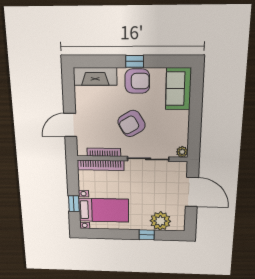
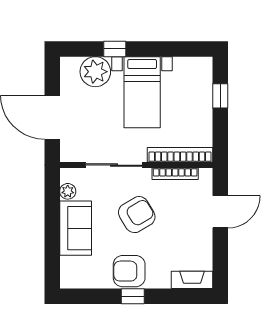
fireplace: (95, 76) -> (192, 280), width x0.73, depth x0.76
sofa: (178, 89) -> (76, 228), moved
plant: (182, 152) -> (68, 191), moved
bed with nightstands: (104, 210) -> (142, 92), moved, turned -90

